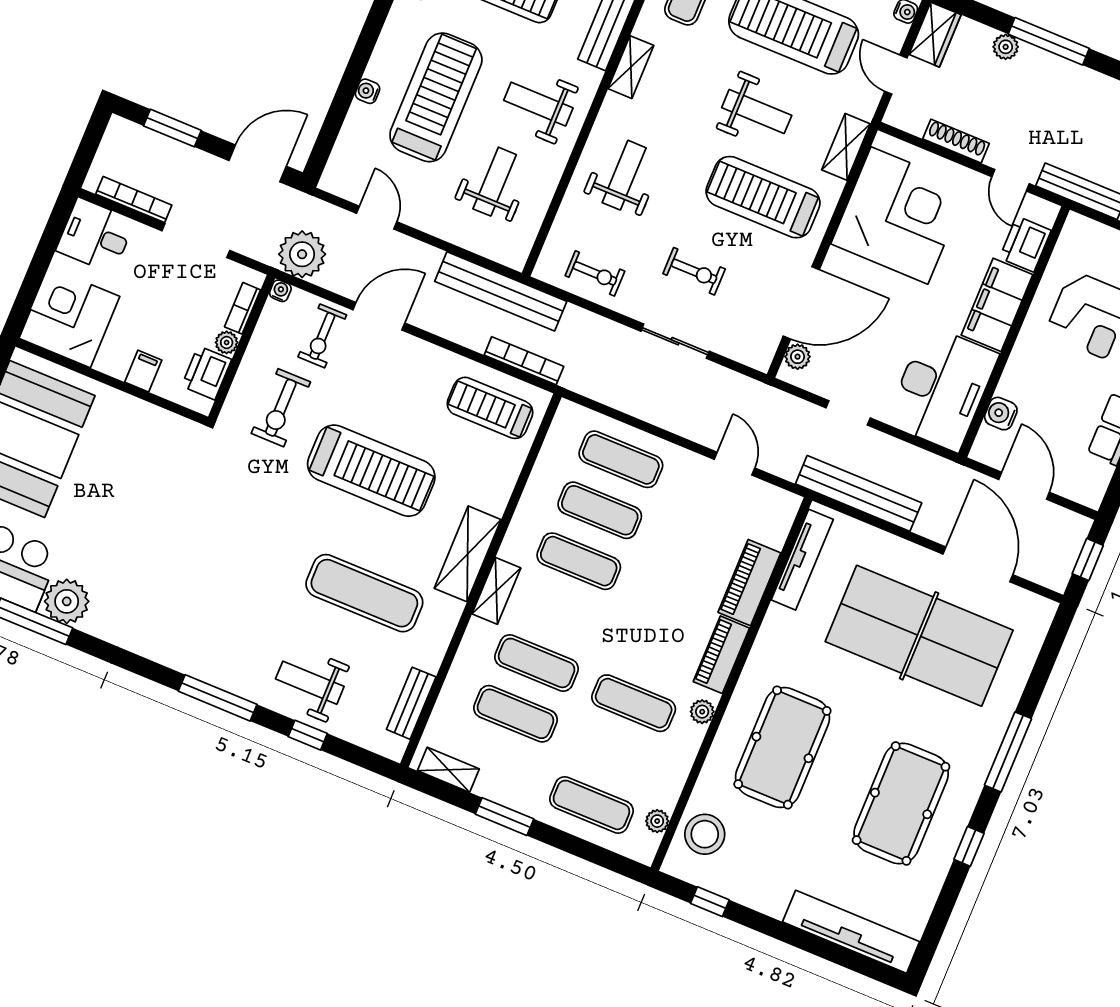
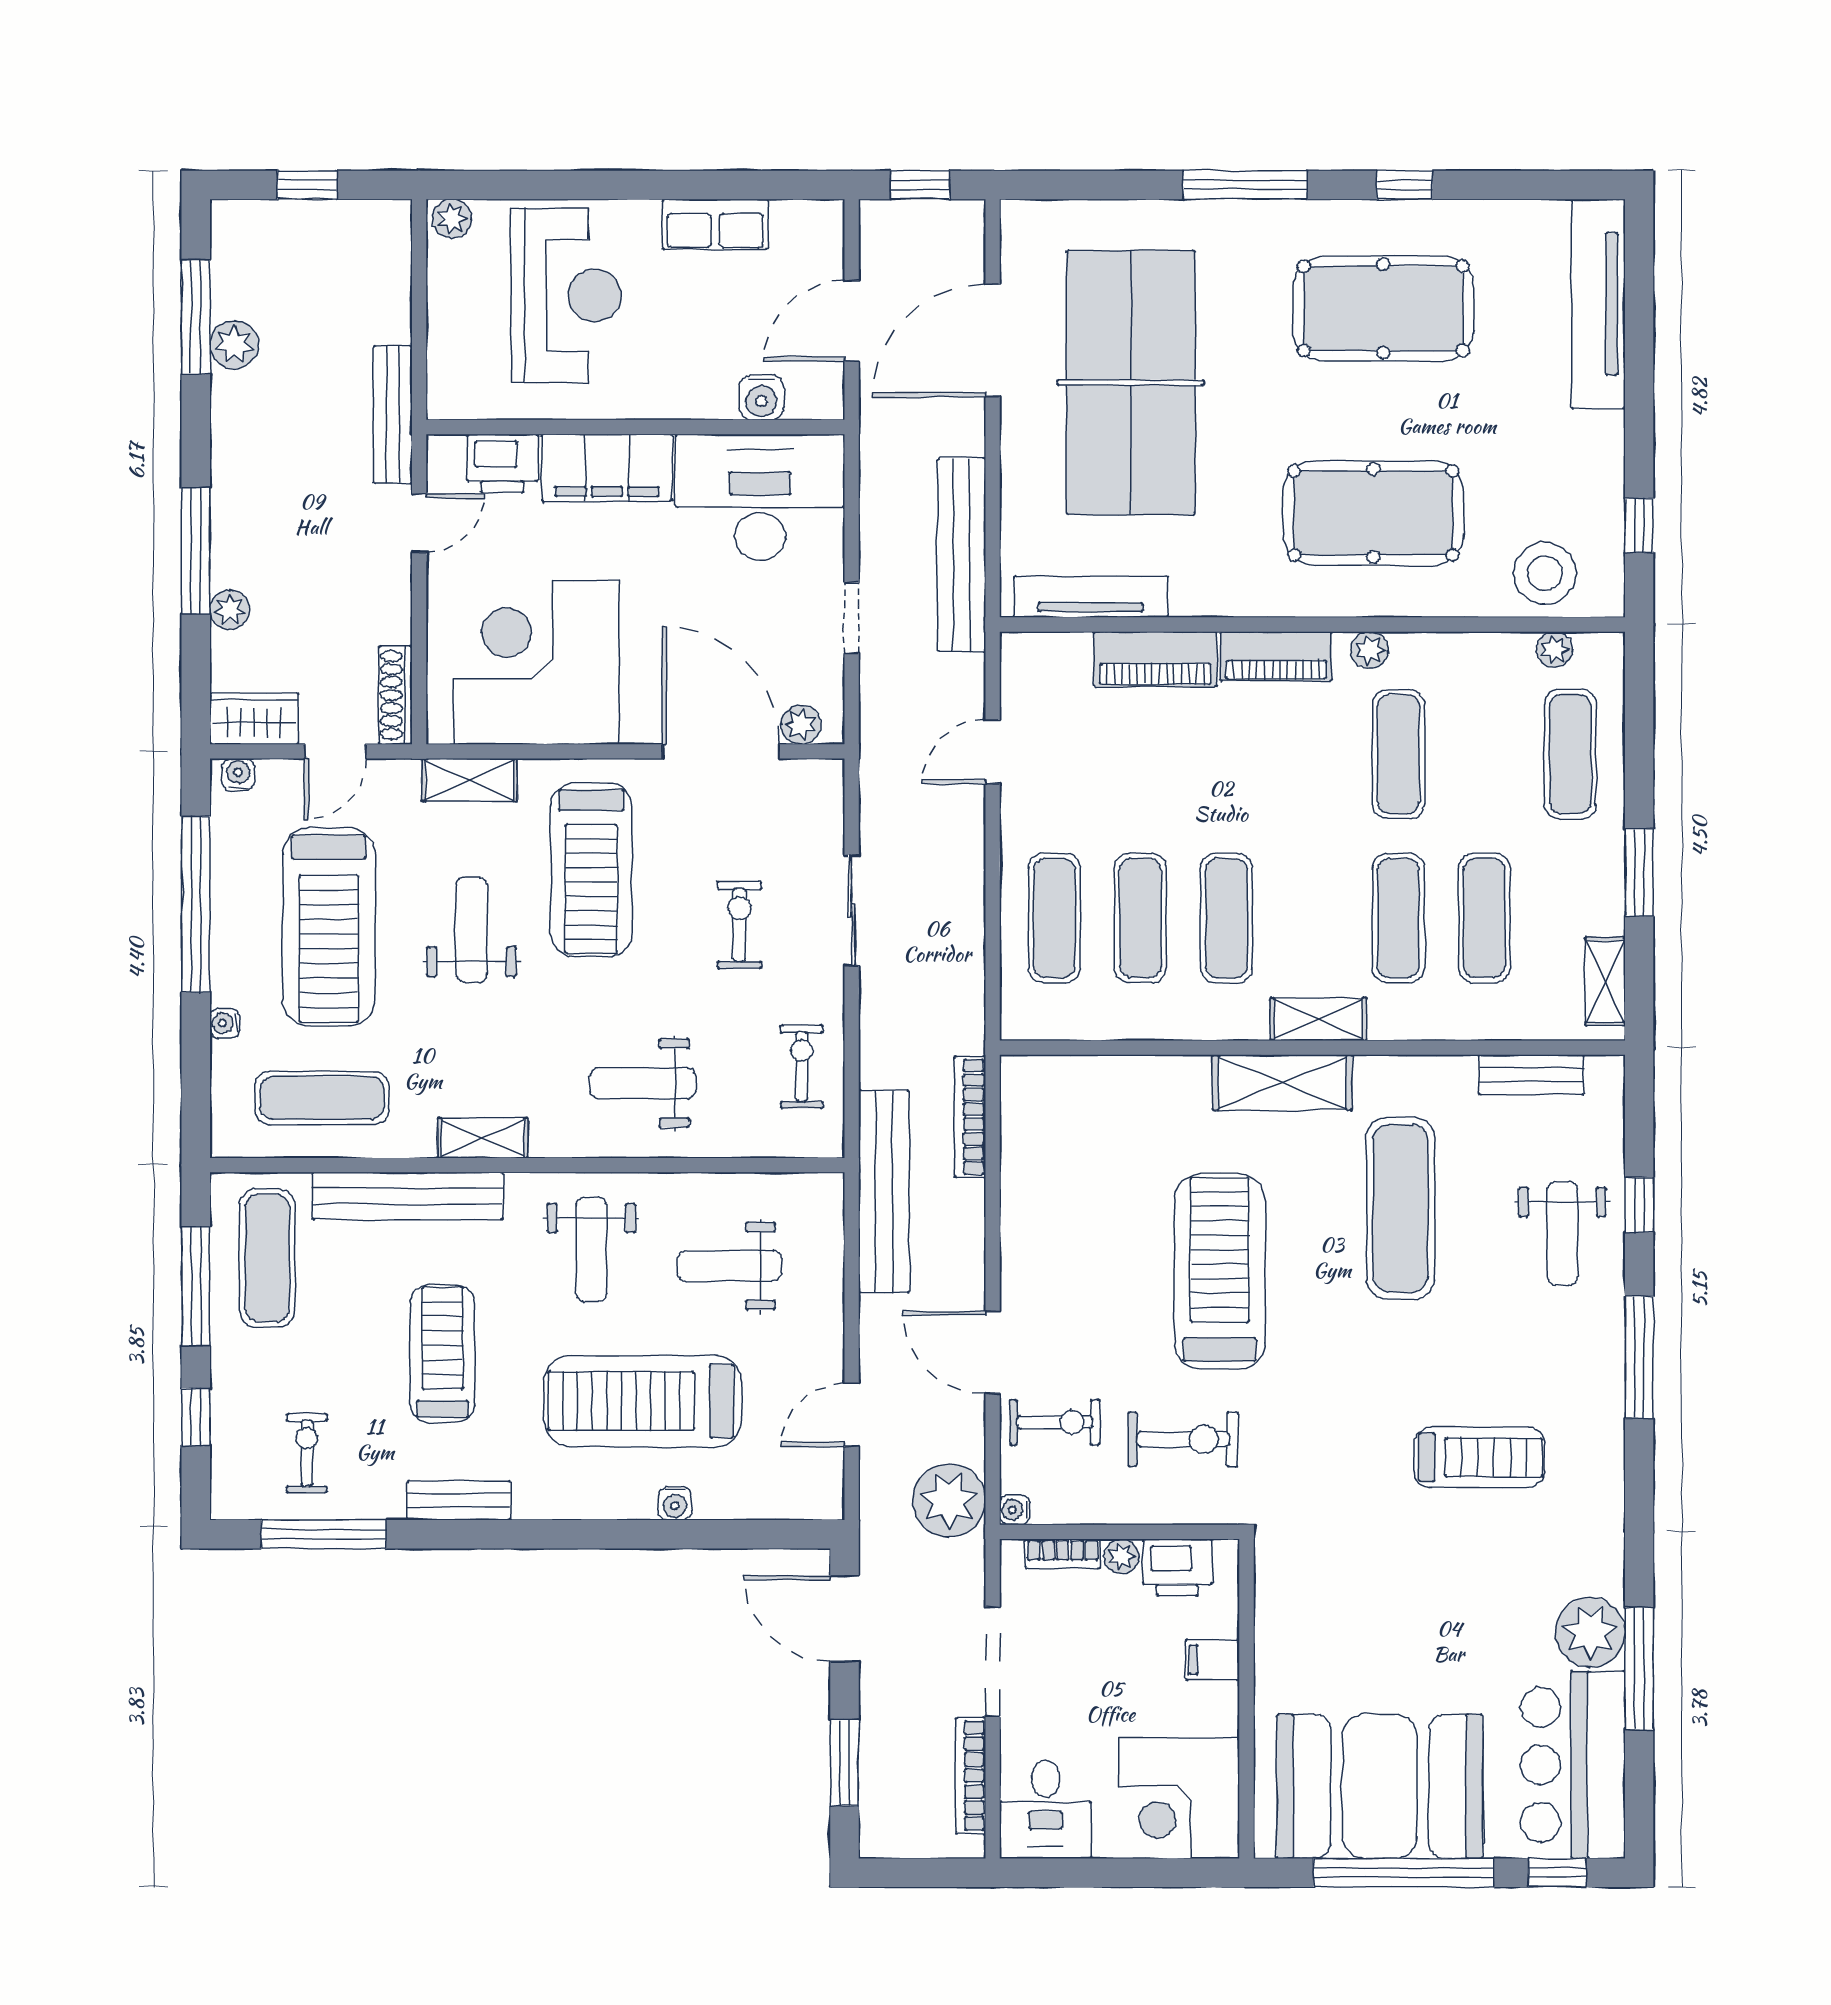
shoe rack: (956, 141) -> (395, 695), moved
treadmill: (490, 408) -> (1479, 1457), moved, turned -90

